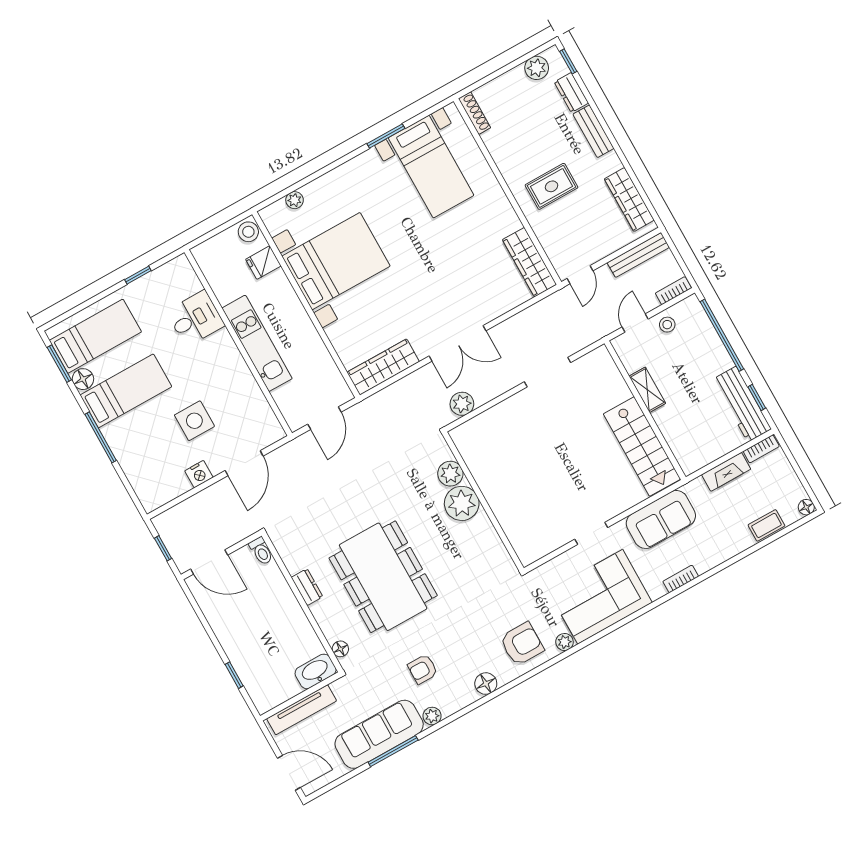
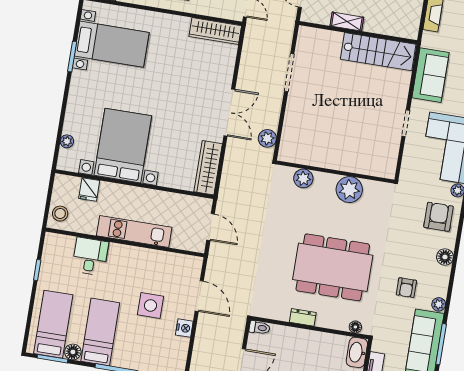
stool: (248, 232) -> (60, 214), moved
plant: (462, 503) -> (349, 190), moved

